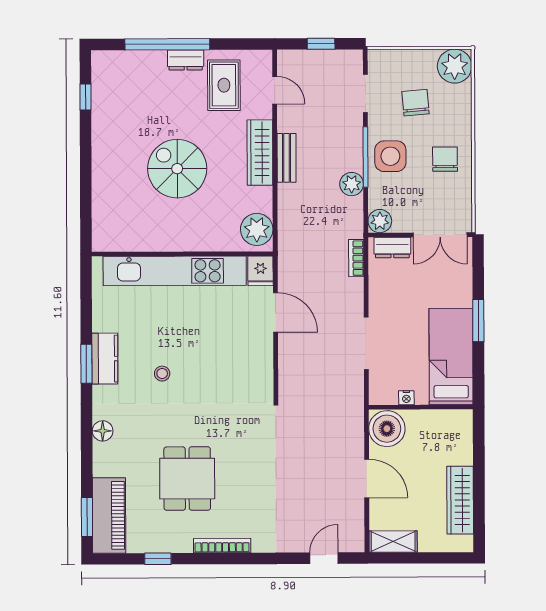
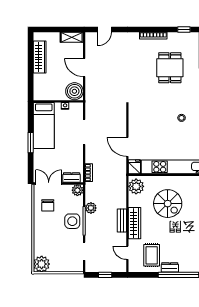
chair: (416, 103) -> (60, 247), removed
chair: (445, 159) -> (48, 205), moved
spiral stairs: (177, 169) -> (168, 204), moved

